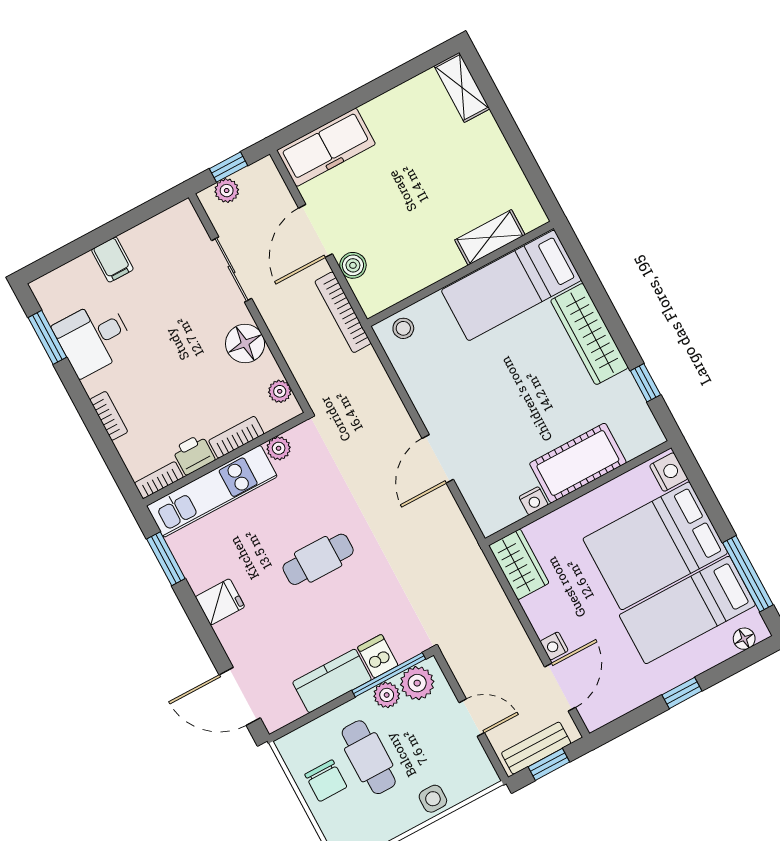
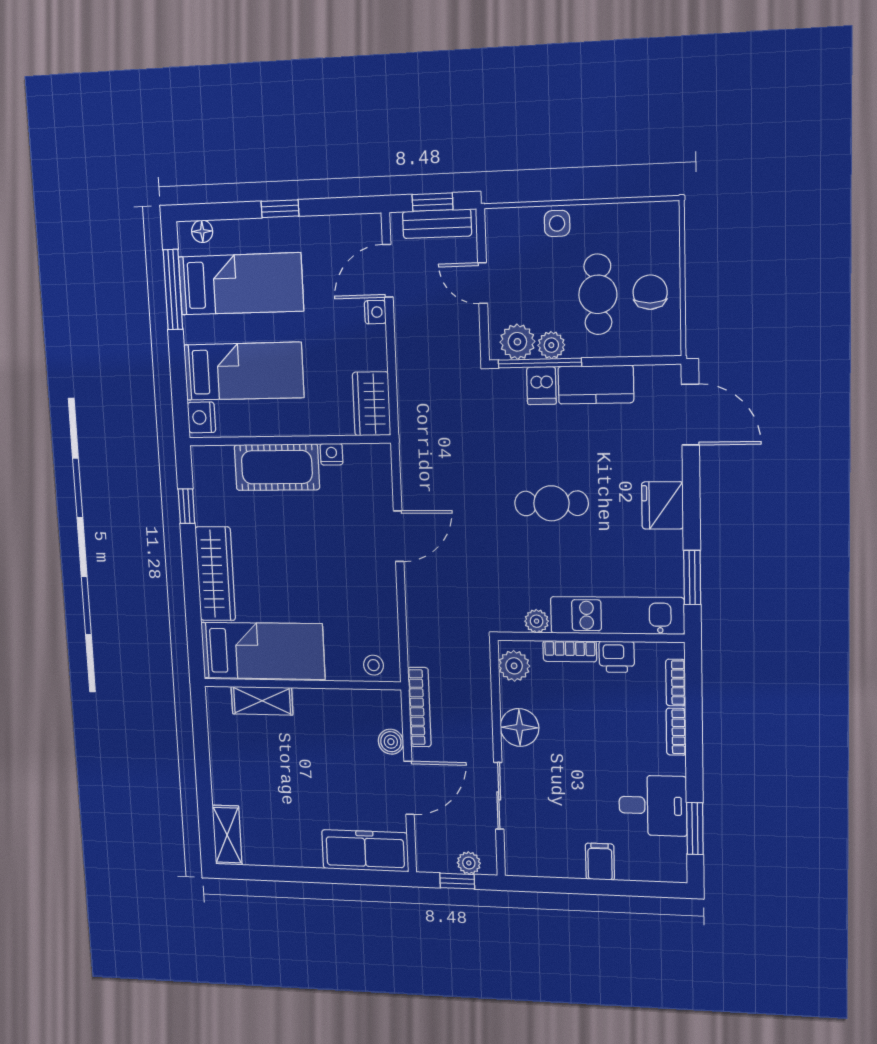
plant: (280, 391) -> (514, 666), width x1.38, depth x1.38
bookcase: (159, 480) -> (676, 683), moved, turned 90
bed: (655, 546) -> (244, 371), width x0.67
fridge: (220, 602) -> (662, 505), width x1.38

